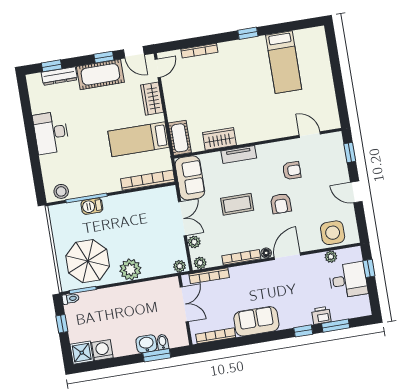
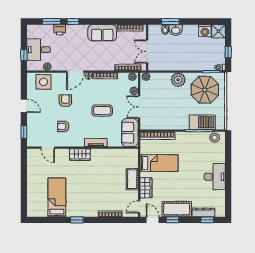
cot: (180, 138) -> (132, 179), moved
wardrobe: (219, 139) -> (80, 155), moved
armchair: (281, 203) -> (65, 101), moved
barbecue: (92, 206) -> (202, 122), width x1.88, depth x1.53

